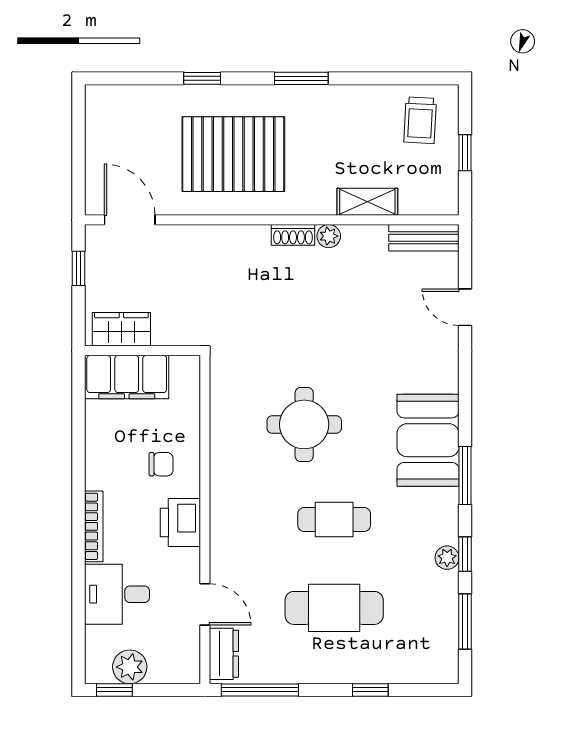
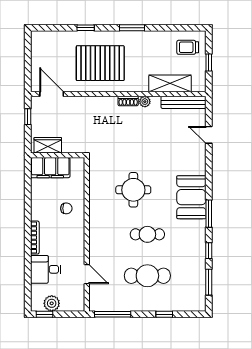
trolley: (420, 120) -> (188, 47), turned 87
shelving: (367, 202) -> (170, 83), width x1.50, depth x1.33
bench: (424, 238) -> (183, 102), width x1.36
printer: (180, 522) -> (75, 236), removed
plant: (447, 558) -> (200, 252), removed
dresser: (224, 654) -> (96, 297), removed

